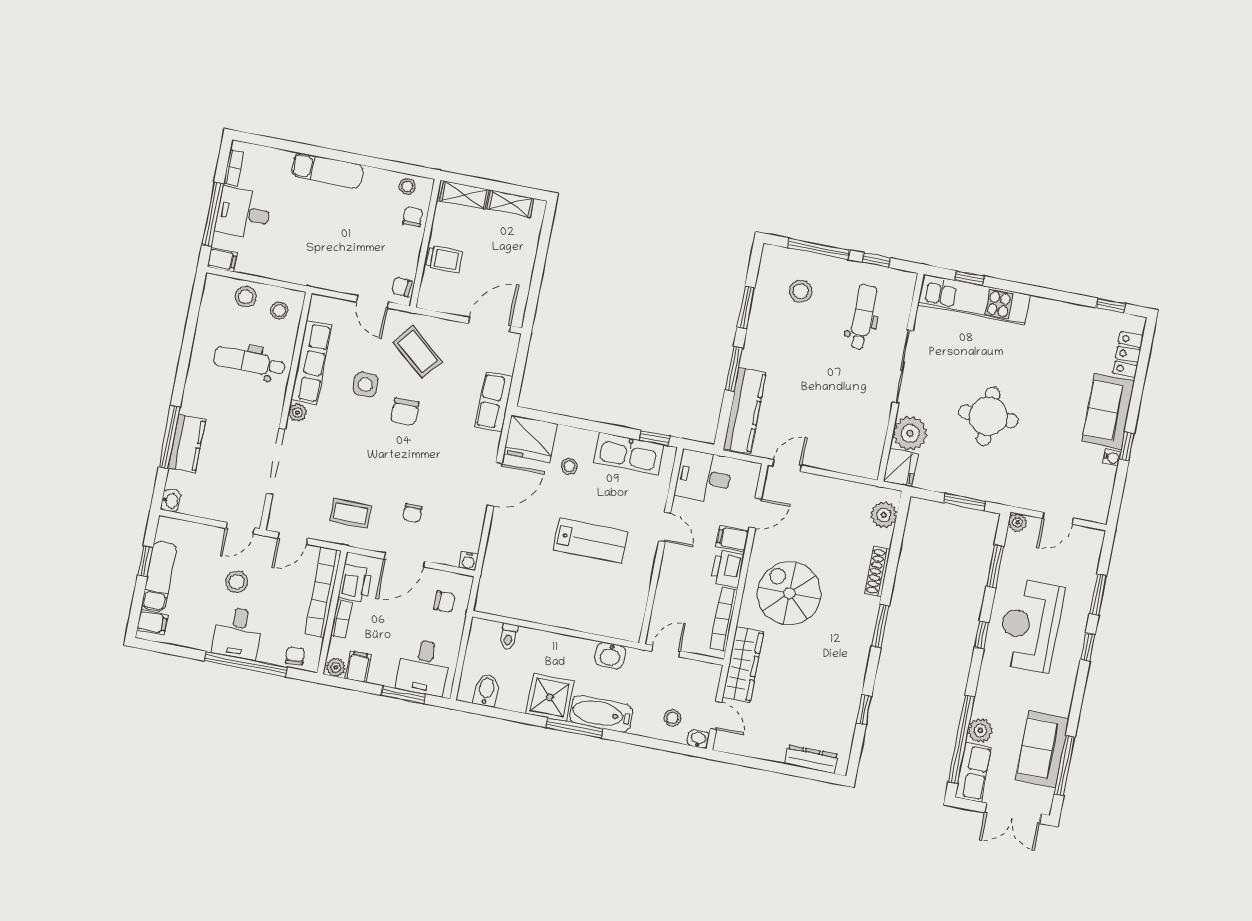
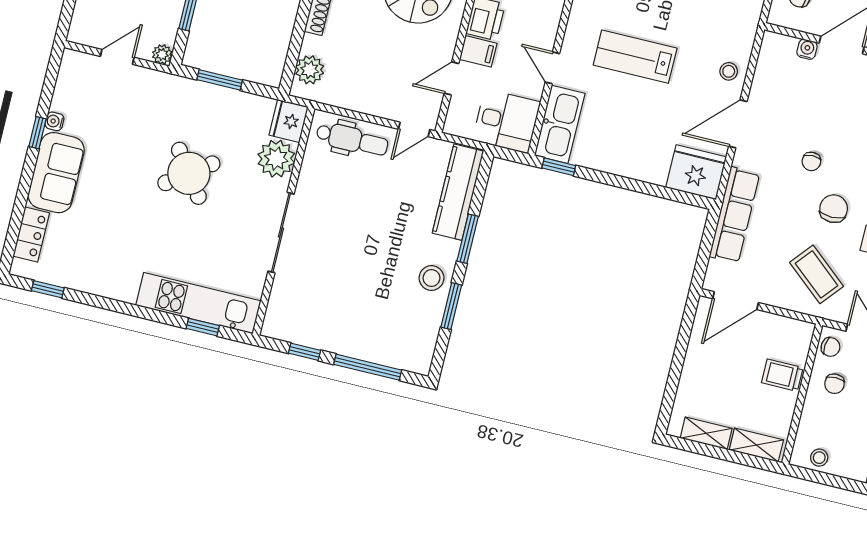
chair: (413, 217) -> (834, 384), moved
stool: (801, 291) -> (431, 278), moved
dental chair: (863, 317) -> (352, 140), moved, turned -90
row of seats: (494, 402) -> (734, 215), width x1.48
round table: (988, 416) -> (189, 173), turned -36
kitchen sink: (629, 454) -> (560, 124), moved, turned 90
stool: (569, 466) -> (729, 71), moved
chair: (412, 513) -> (811, 161), moved, turned 180
water cooler: (468, 561) -> (807, 49), moved

